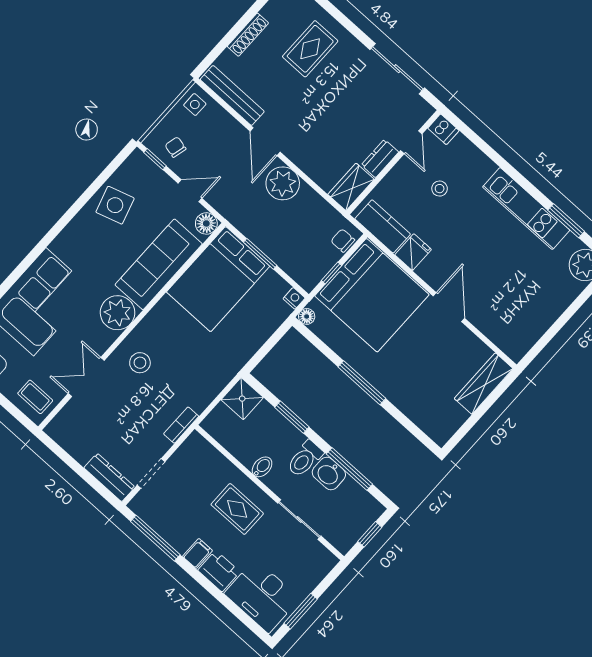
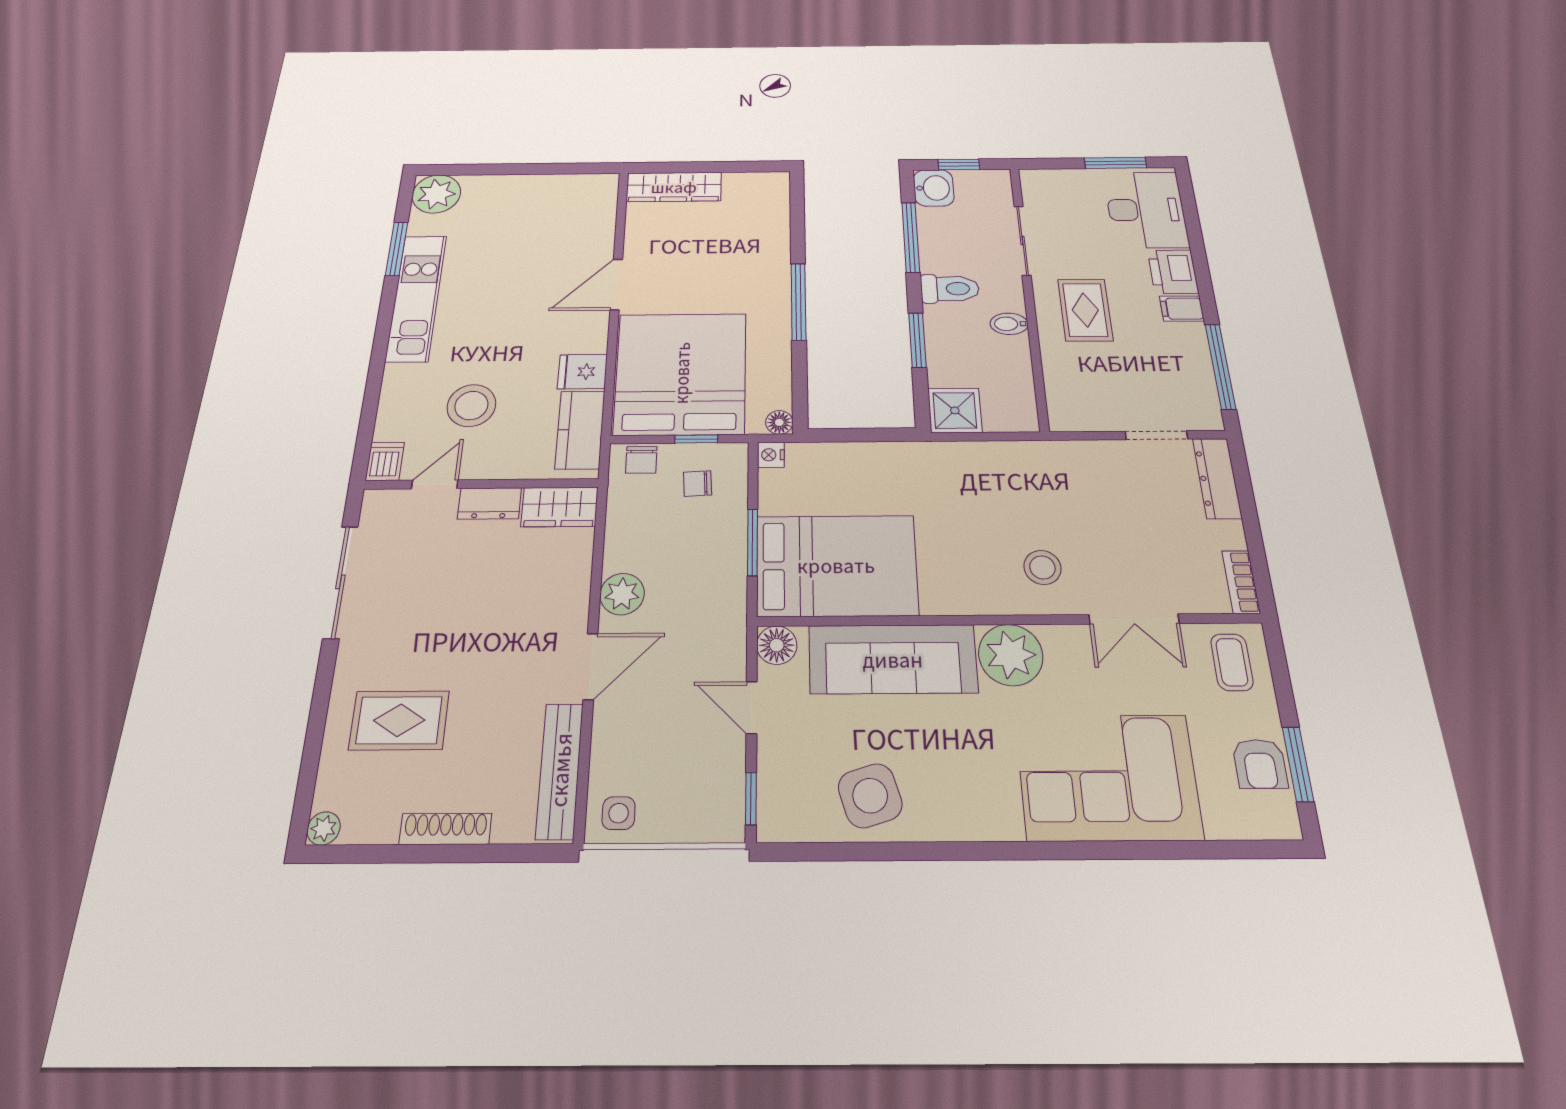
chair: (175, 147) -> (698, 484), moved, turned 73
plant: (283, 183) -> (622, 594), width x0.73, depth x0.73
stool: (440, 189) -> (471, 406), width x1.89, depth x1.89
bookcase: (181, 425) -> (1241, 582), moved, turned 90
washbasin: (329, 473) -> (934, 188), moved

